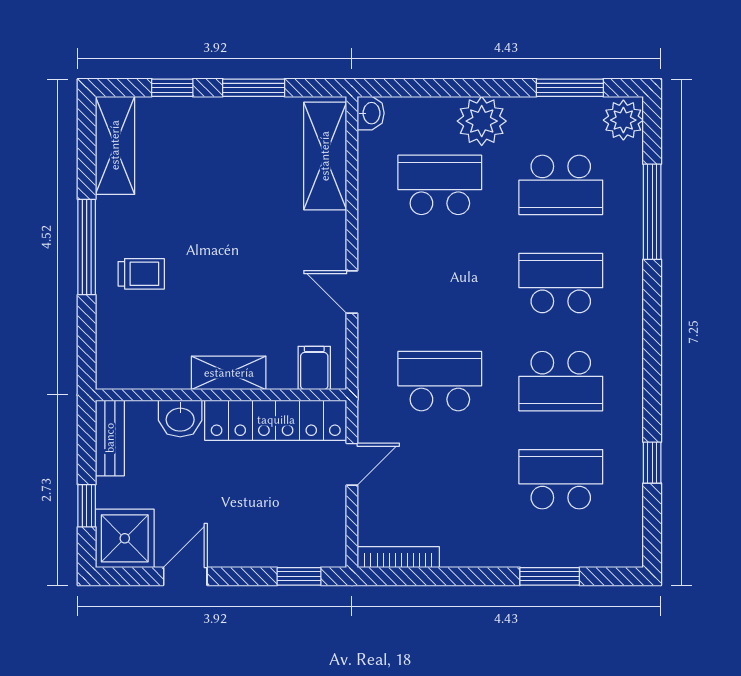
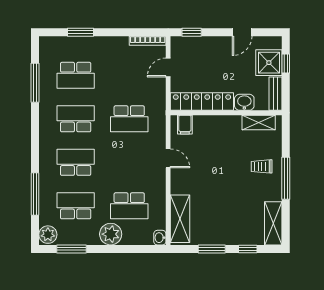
school desk: (561, 283) -> (76, 162), turned 180
shelving: (229, 373) -> (259, 122), moved
window: (652, 463) -> (35, 83), width x2.17
door: (352, 464) -> (168, 68), moved
shower: (125, 538) -> (269, 63), moved

